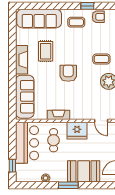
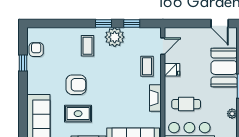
coffee table: (76, 22) -> (147, 66), moved
armchair: (68, 73) -> (76, 85), moved, turned 180
fridge: (77, 131) -> (172, 70), width x0.53, depth x0.75

